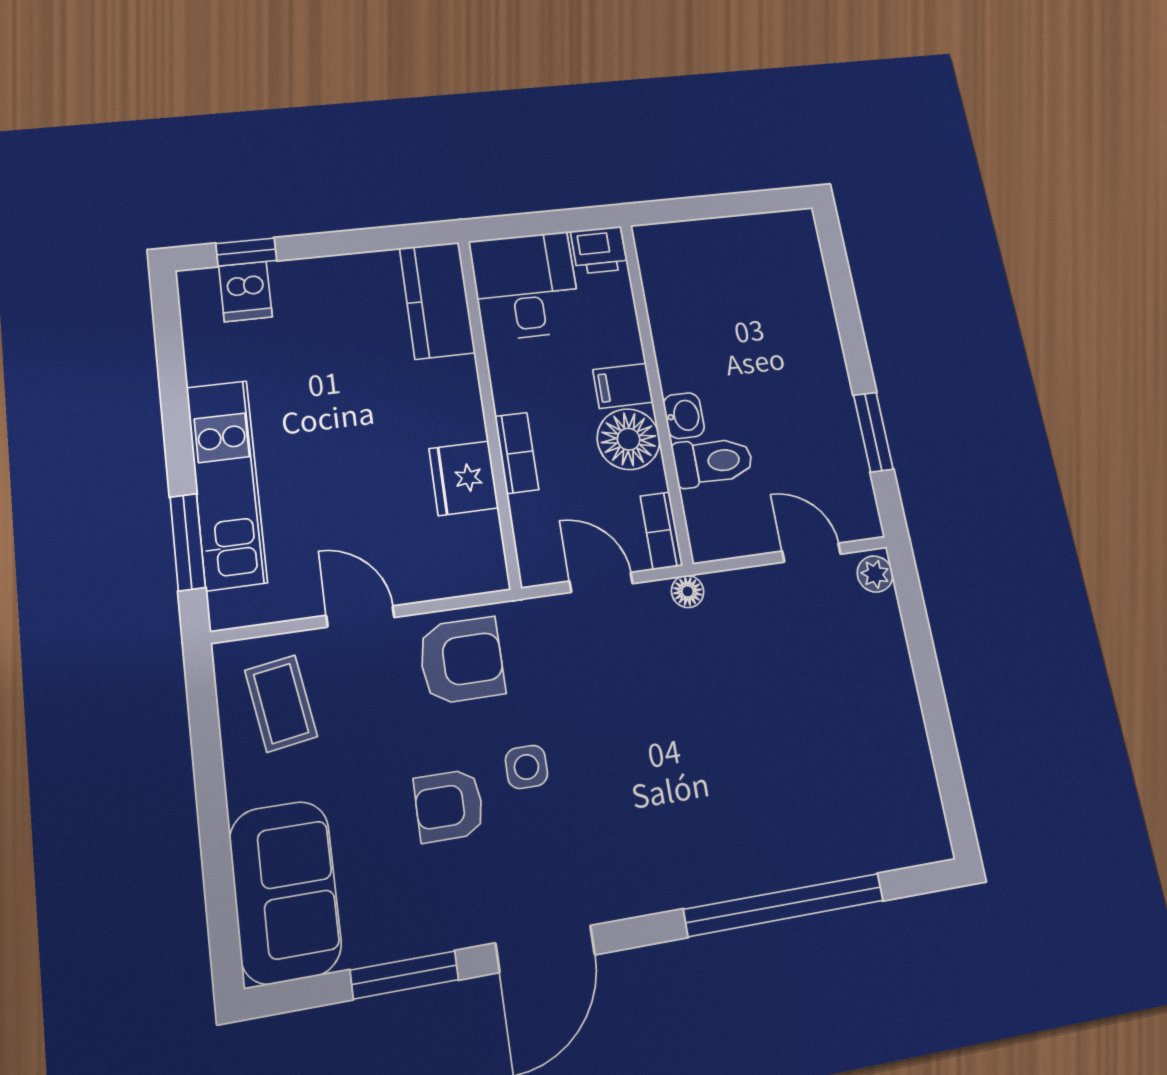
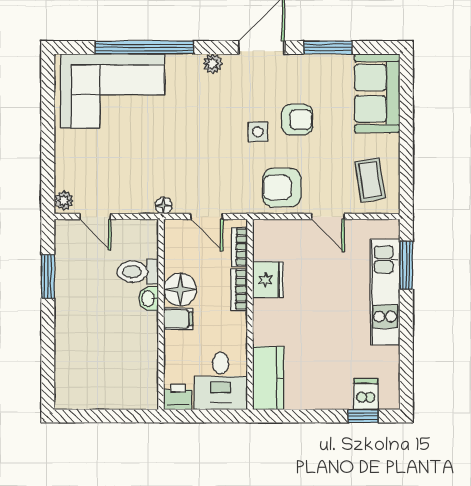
bookcase: (661, 531) -> (240, 247), moved, turned 180
corner sofa: (828, 803) -> (112, 91), added
plant: (641, 895) -> (213, 64), added

